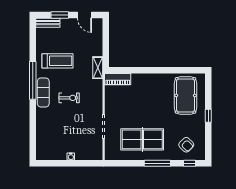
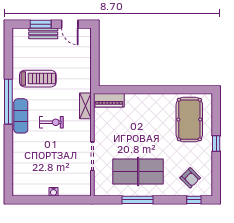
bench: (48, 23) -> (43, 33), moved
shelving: (98, 68) -> (85, 106), moved
window: (157, 163) -> (138, 200), moved

